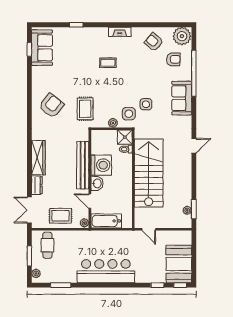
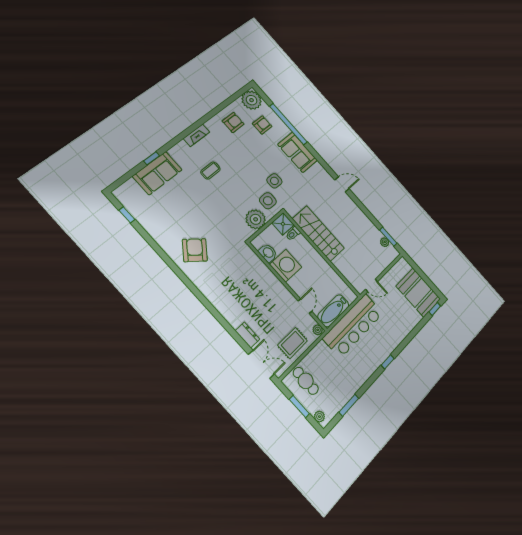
armchair: (154, 42) -> (233, 122), turned 139
sofa: (42, 48) -> (157, 173), moved, turned 90
rug: (85, 109) -> (227, 228), removed
plant: (113, 123) -> (256, 219), width x1.88, depth x1.88
door: (194, 146) -> (342, 184), hinge flipped
wardrobe: (38, 158) -> (226, 308), removed
bench: (83, 165) -> (270, 280), removed
stairs: (149, 173) -> (318, 233), width x0.73, depth x0.66
washbasin: (97, 183) -> (268, 253), moved
door: (90, 201) -> (305, 306), swing flipped
double door: (29, 210) -> (261, 364), swing flipped
bar counter: (106, 271) -> (353, 326), moved, turned 180
window: (157, 285) -> (388, 362), moved

